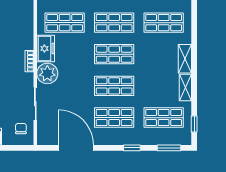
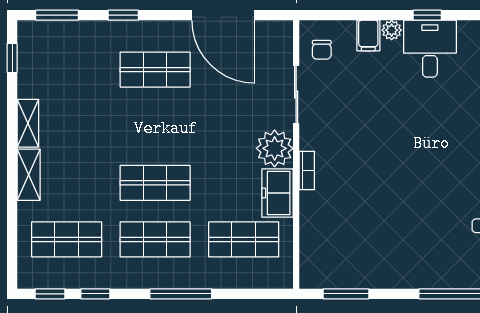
shop shelf: (114, 86) -> (155, 126), removed
shop shelf: (164, 118) -> (67, 70), removed

